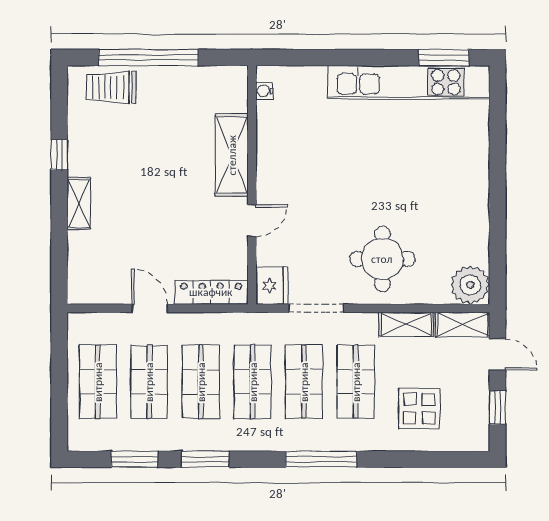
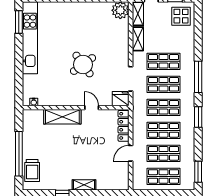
round table: (382, 259) -> (83, 65), moved, turned -36
display table: (419, 409) -> (181, 16), moved
window: (134, 459) -> (198, 172), moved
window: (205, 459) -> (198, 117), moved

